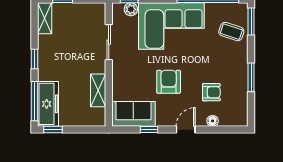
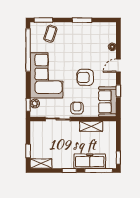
armchair: (211, 92) -> (77, 108), moved
freezer: (48, 104) -> (90, 161), moved
door: (186, 130) -> (118, 66), hinge flipped

